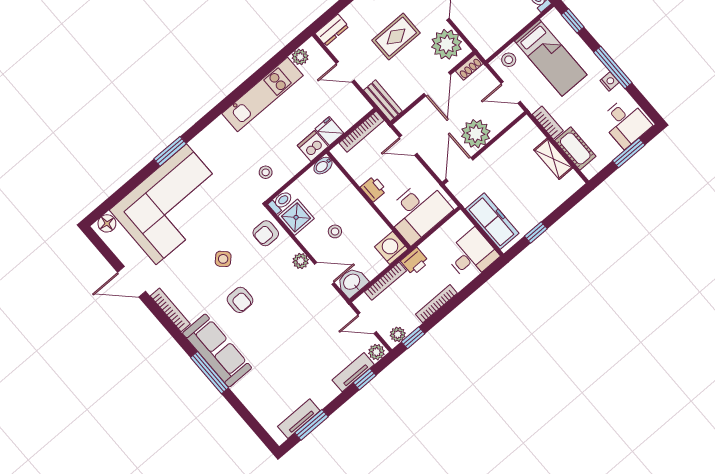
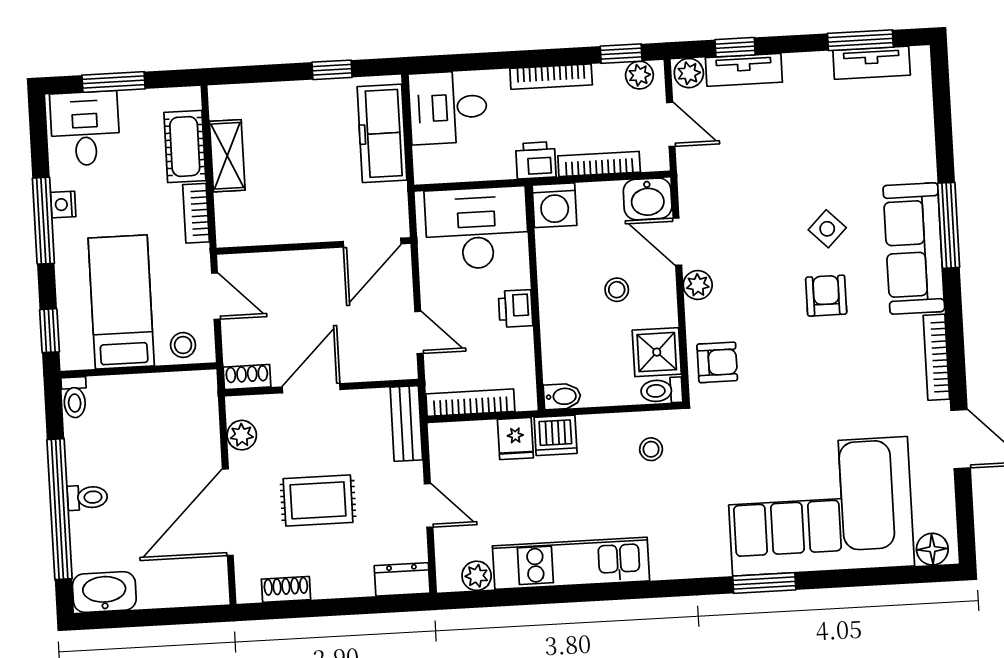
plant: (447, 44) -> (242, 435), width x0.53, depth x0.53
plant: (476, 134) -> (310, 276), removed
side table: (223, 259) -> (827, 229), moved

